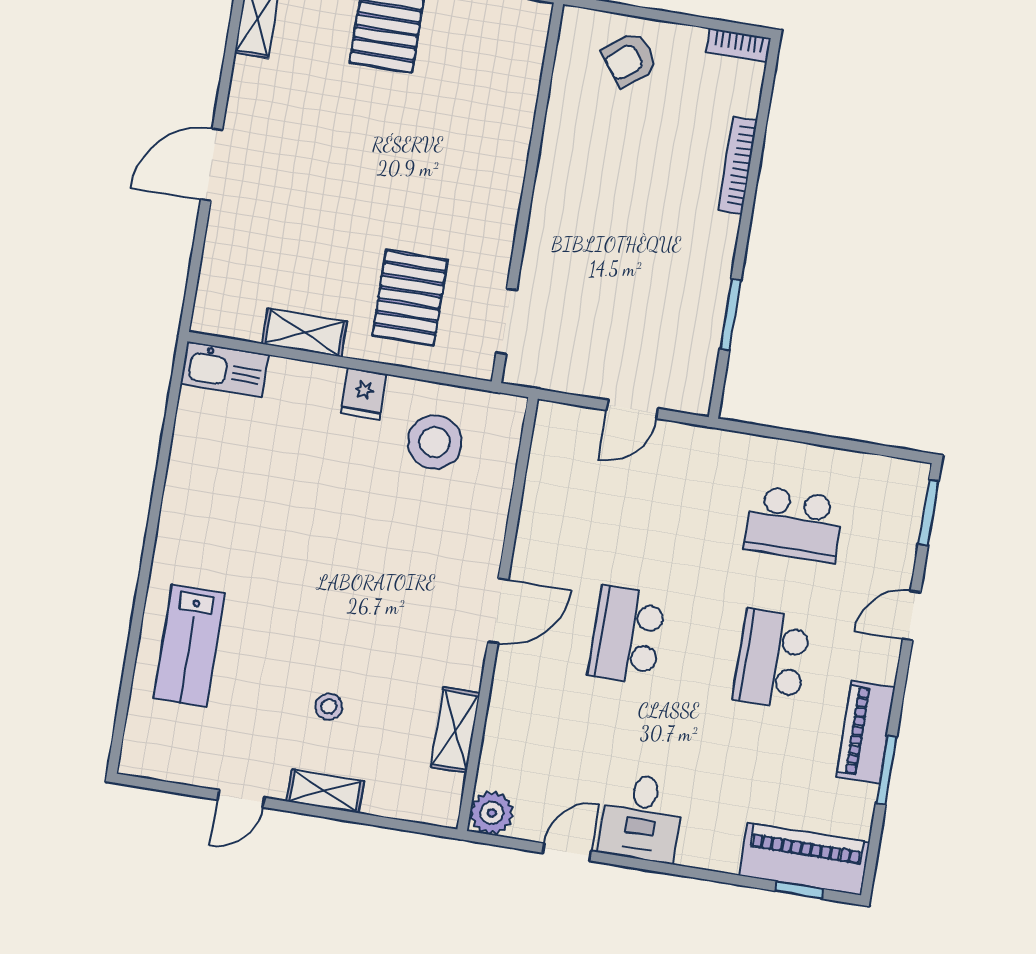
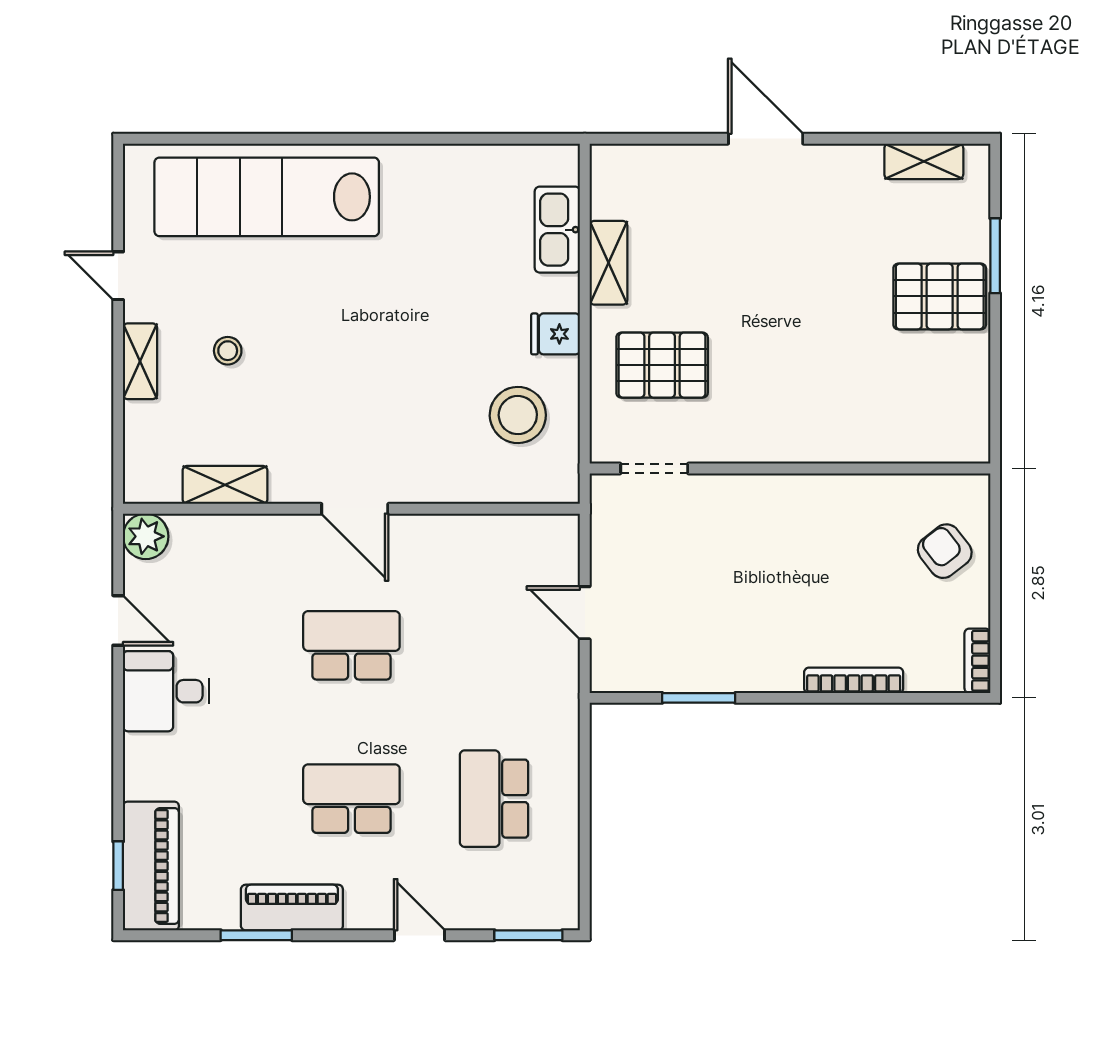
kitchen sink: (224, 369) -> (557, 230), moved
lab bench: (189, 646) -> (267, 197), width x1.86, depth x1.39

